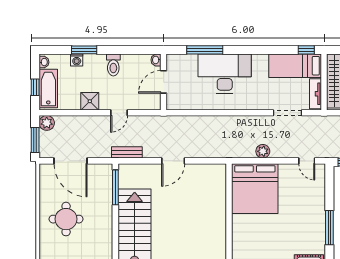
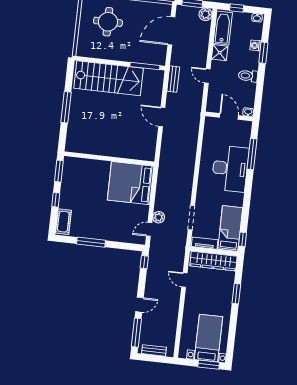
bathtub: (48, 88) -> (223, 28), moved, turned -90
plant: (263, 151) -> (159, 217), moved
round table: (66, 219) -> (108, 22), moved

